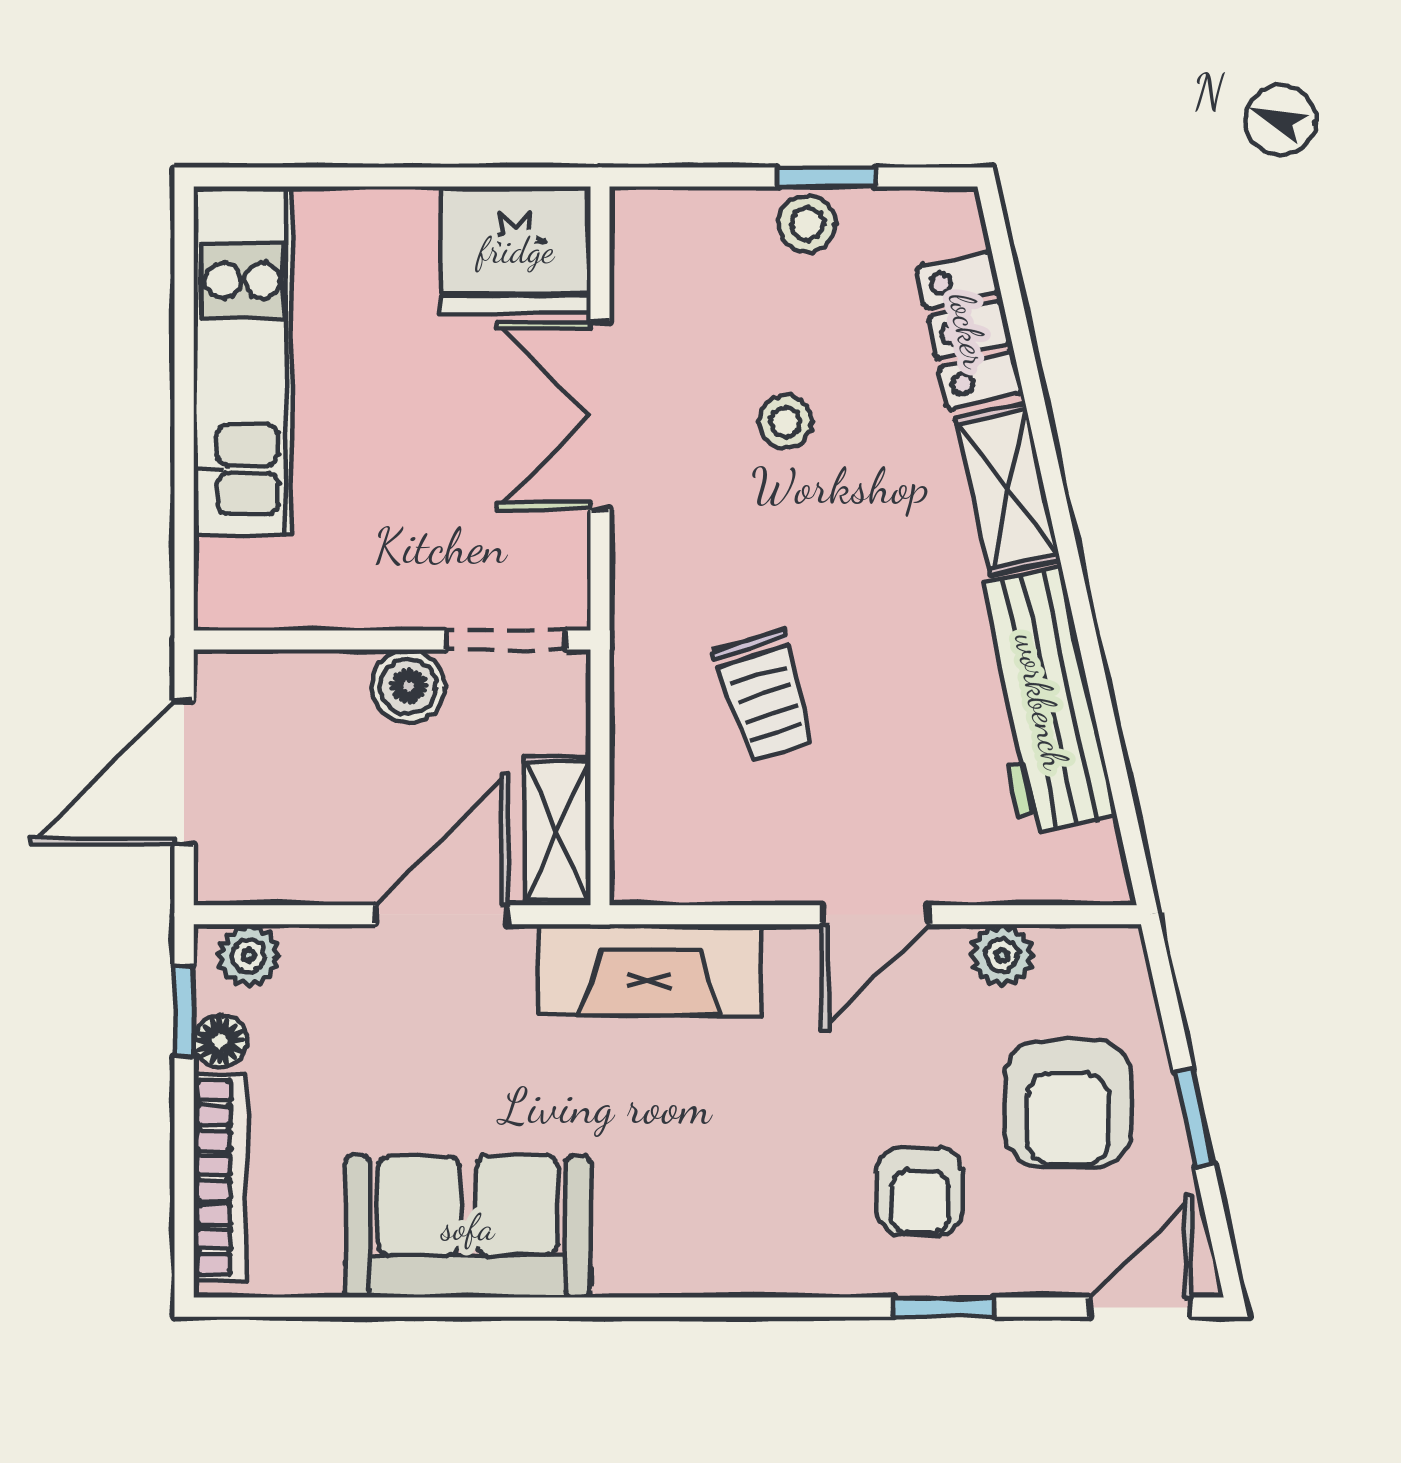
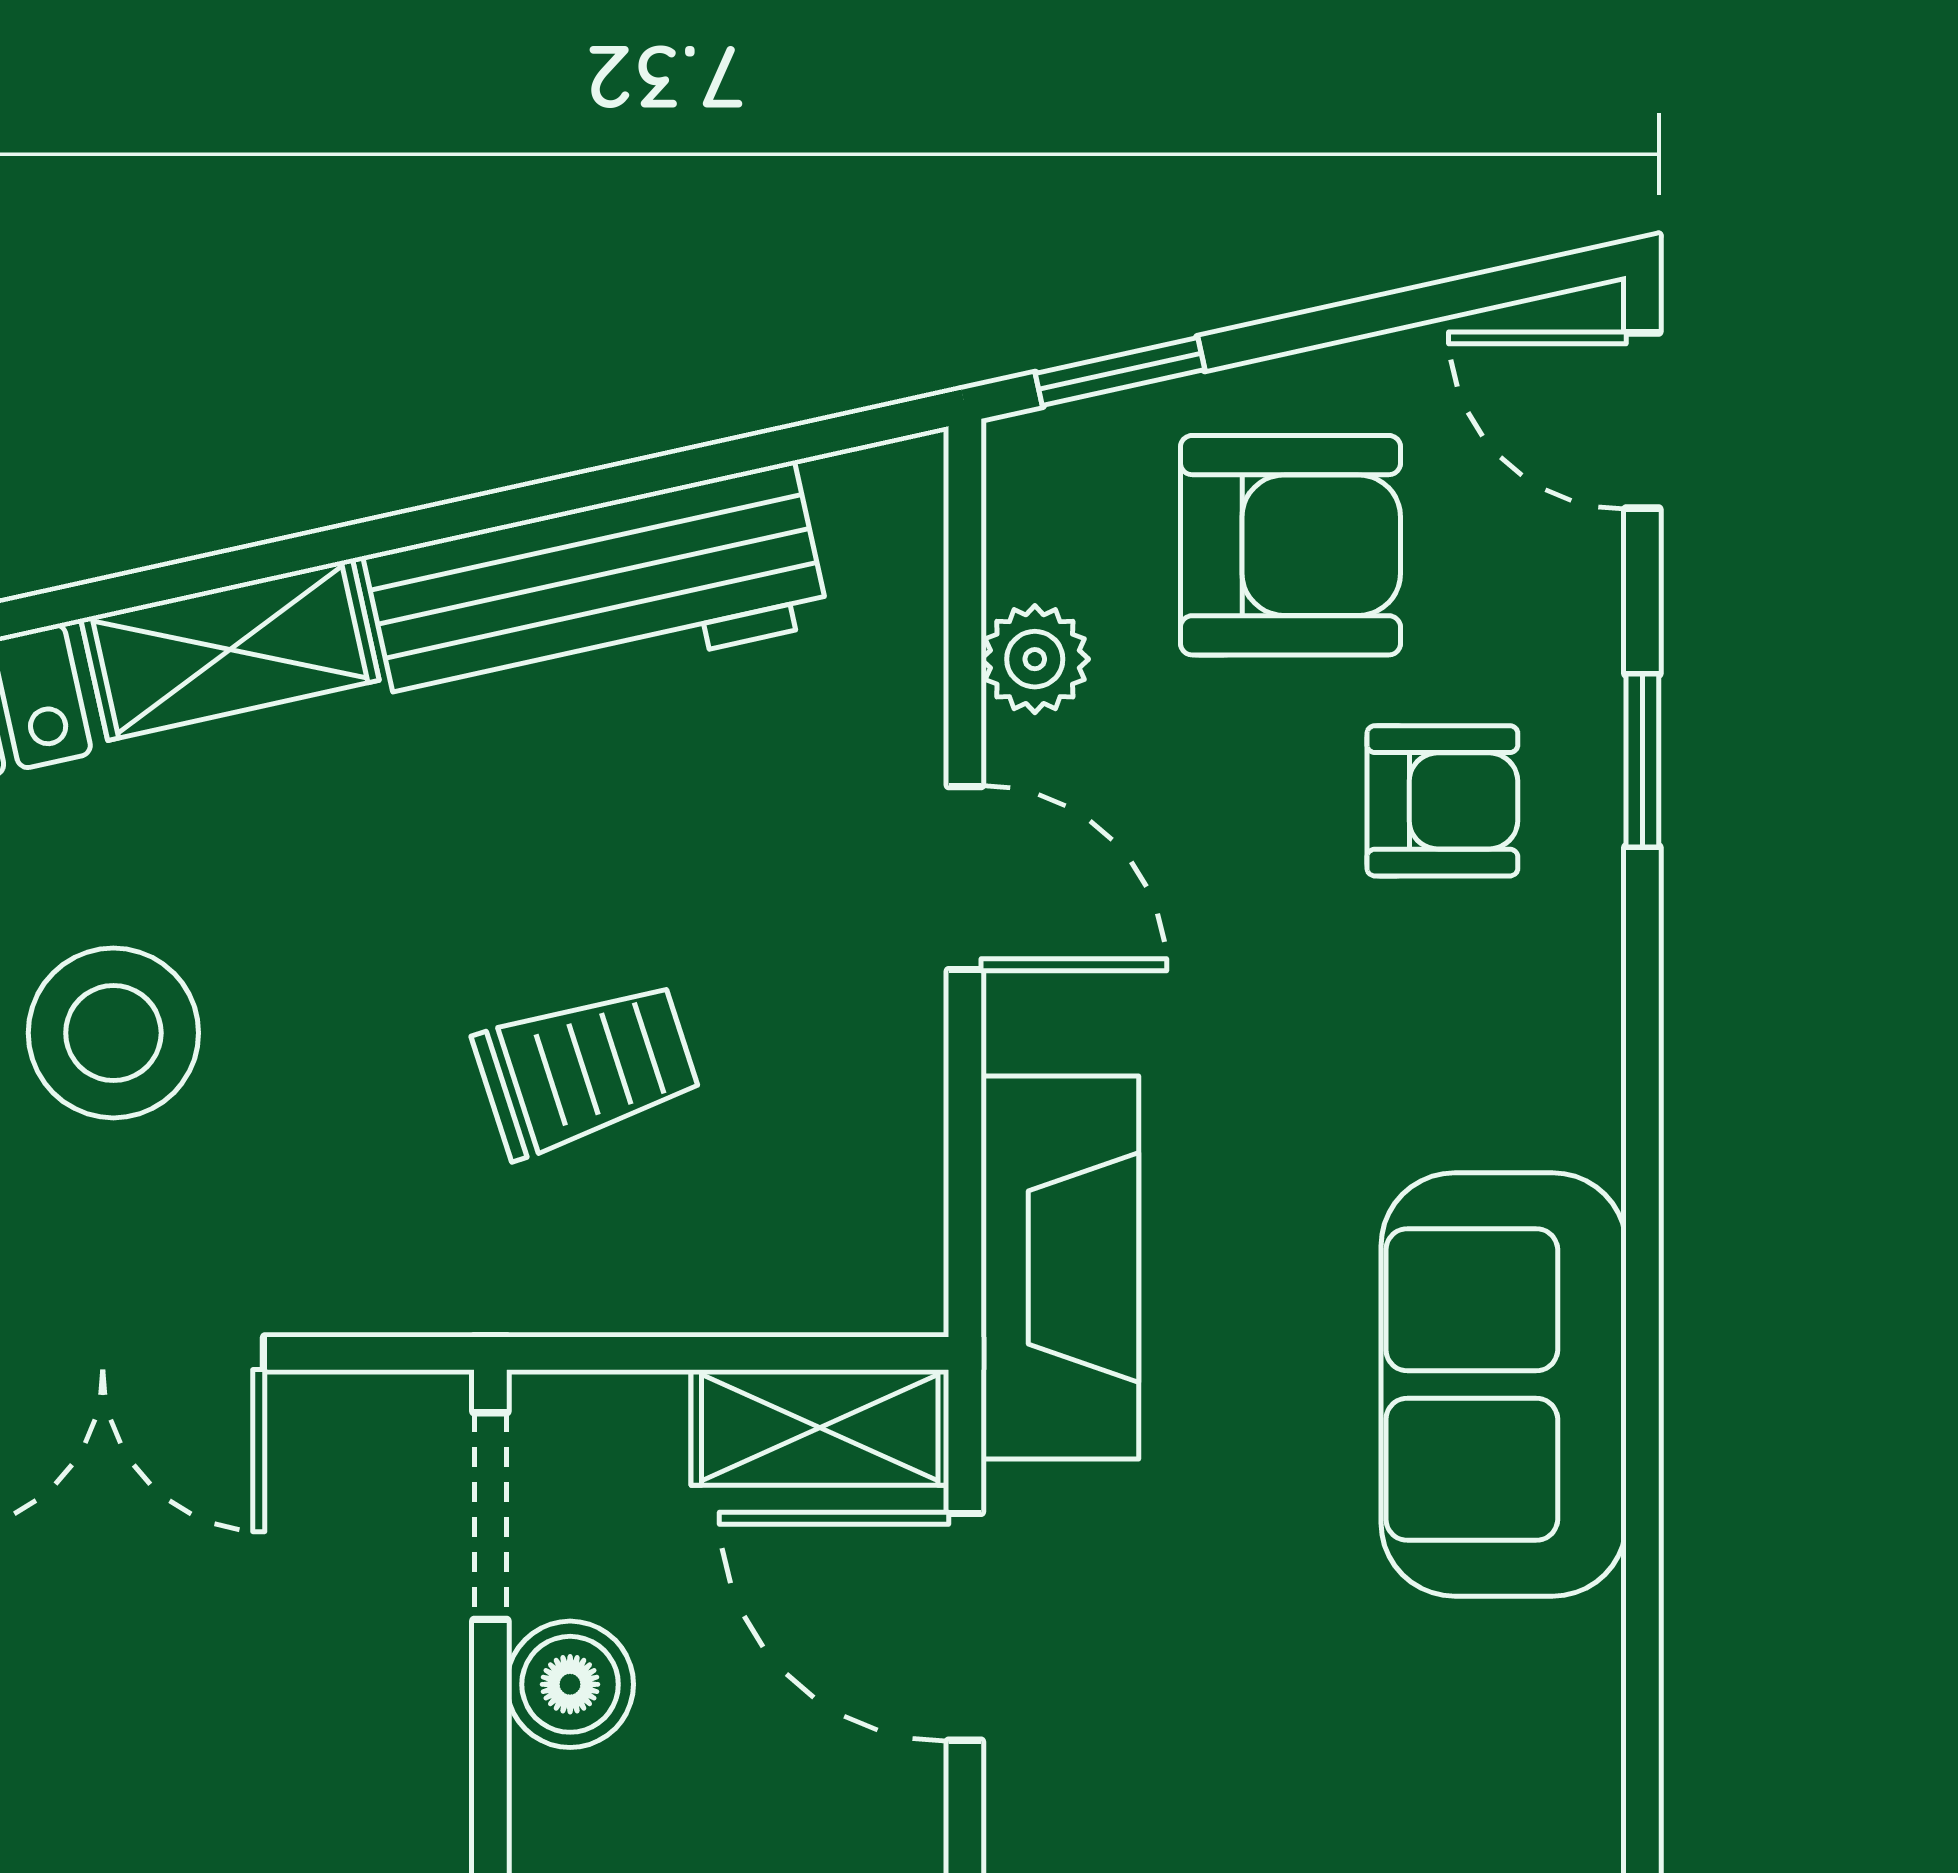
stool: (786, 422) -> (113, 1033), width x1.89, depth x1.89
window: (1194, 1118) -> (1120, 371), moved
sofa: (468, 1227) -> (1504, 1384), moved

